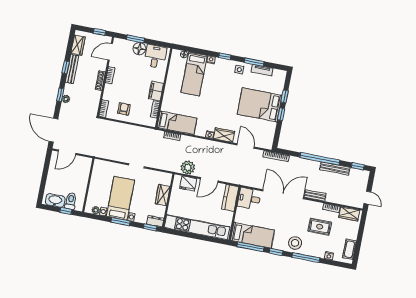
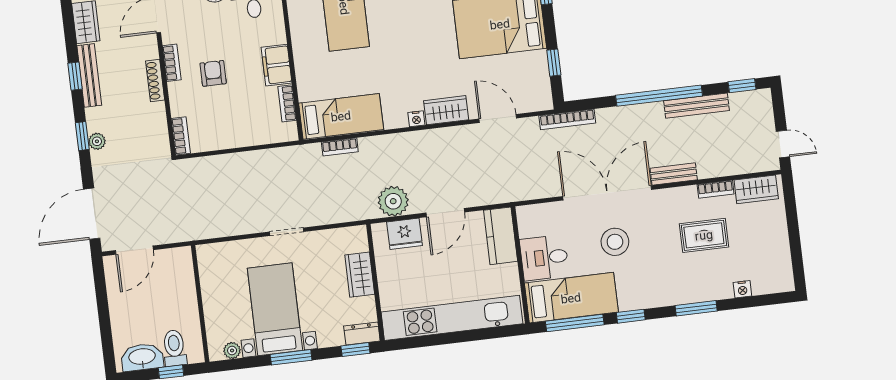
armchair: (124, 109) -> (213, 73), moved
window: (281, 114) -> (554, 63), moved
door: (53, 130) -> (92, 214), hinge flipped
desk: (249, 199) -> (544, 258), moved
stool: (295, 243) -> (615, 242), moved
cot: (349, 249) -> (780, 262), removed
window: (306, 258) -> (696, 308), width x0.69

